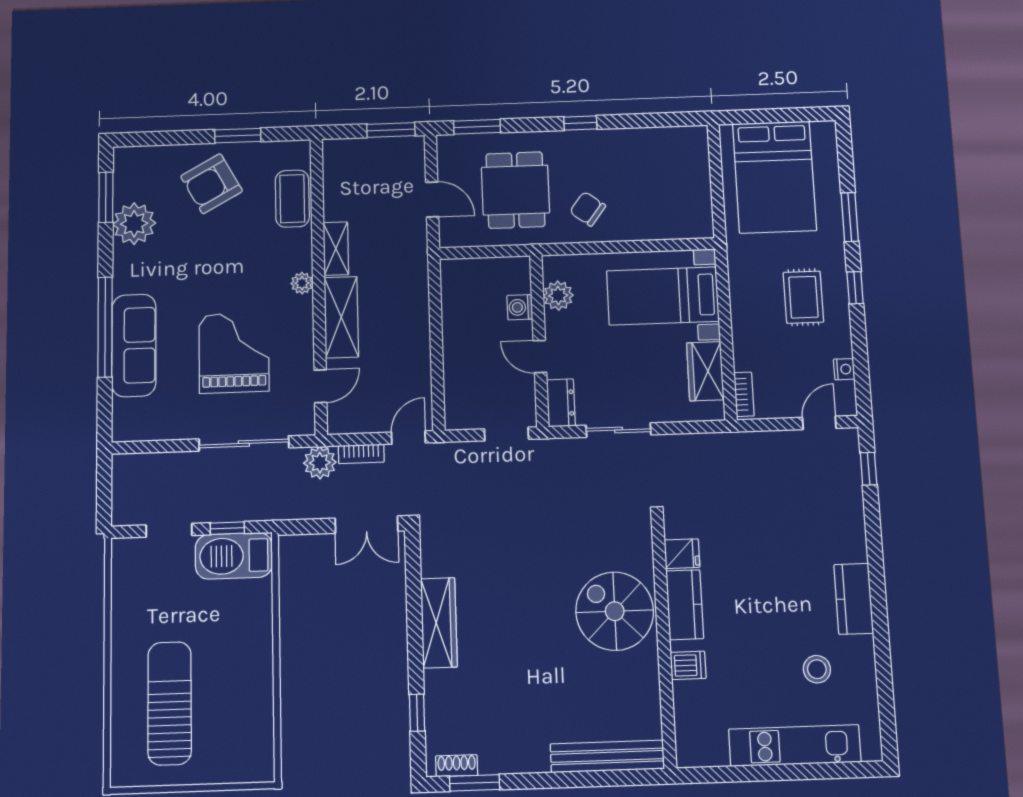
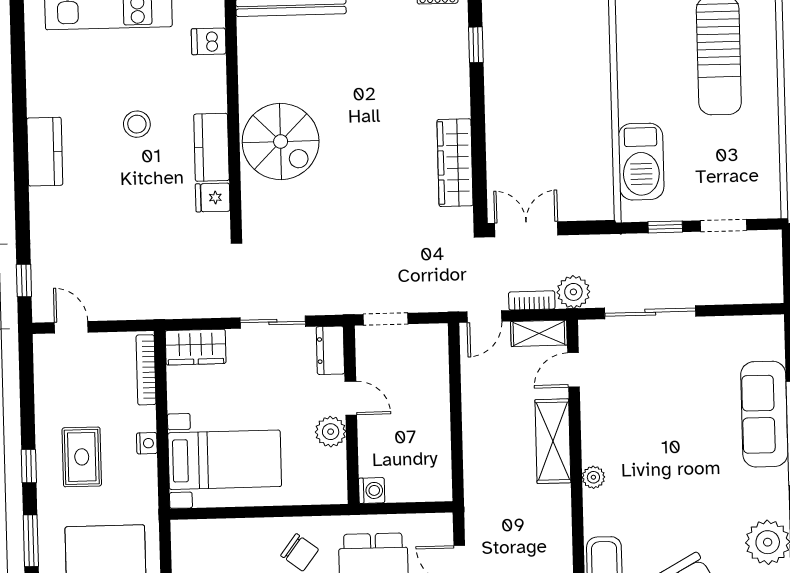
shelving: (336, 249) -> (539, 333), moved, turned 90
plant: (558, 296) -> (331, 432), moved
washing machine: (520, 307) -> (372, 490), moved
grand piano: (234, 353) -> (662, 405), removed
nightstand: (844, 369) -> (147, 443), moved, turned 180
wardrobe: (705, 371) -> (196, 347), moved, turned 90
bookcase: (744, 394) -> (146, 370), width x1.56
door: (819, 423) -> (71, 327), swing flipped
barbecue: (234, 556) -> (641, 162), moved, turned 90
wardrobe: (439, 623) -> (455, 163), moved
dishwasher: (688, 665) -> (209, 41), moved
stool: (817, 669) -> (137, 124), moved

